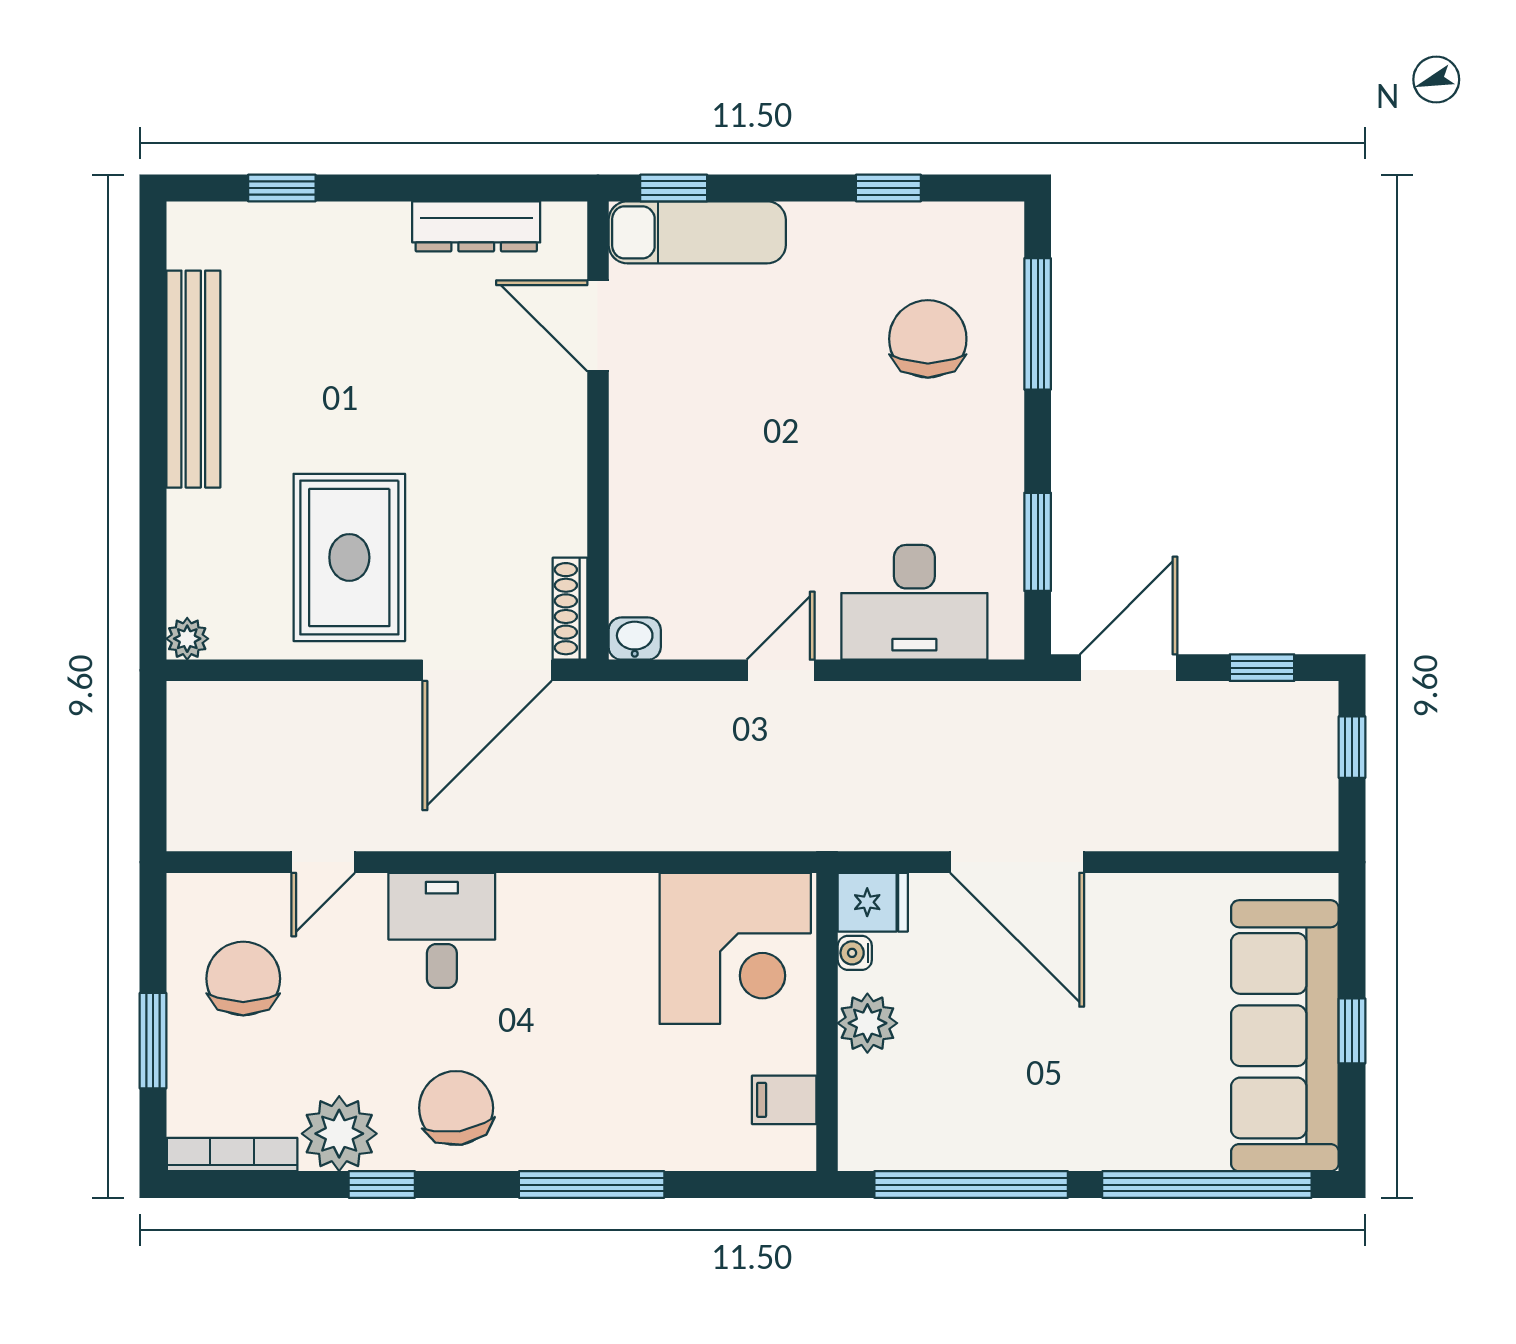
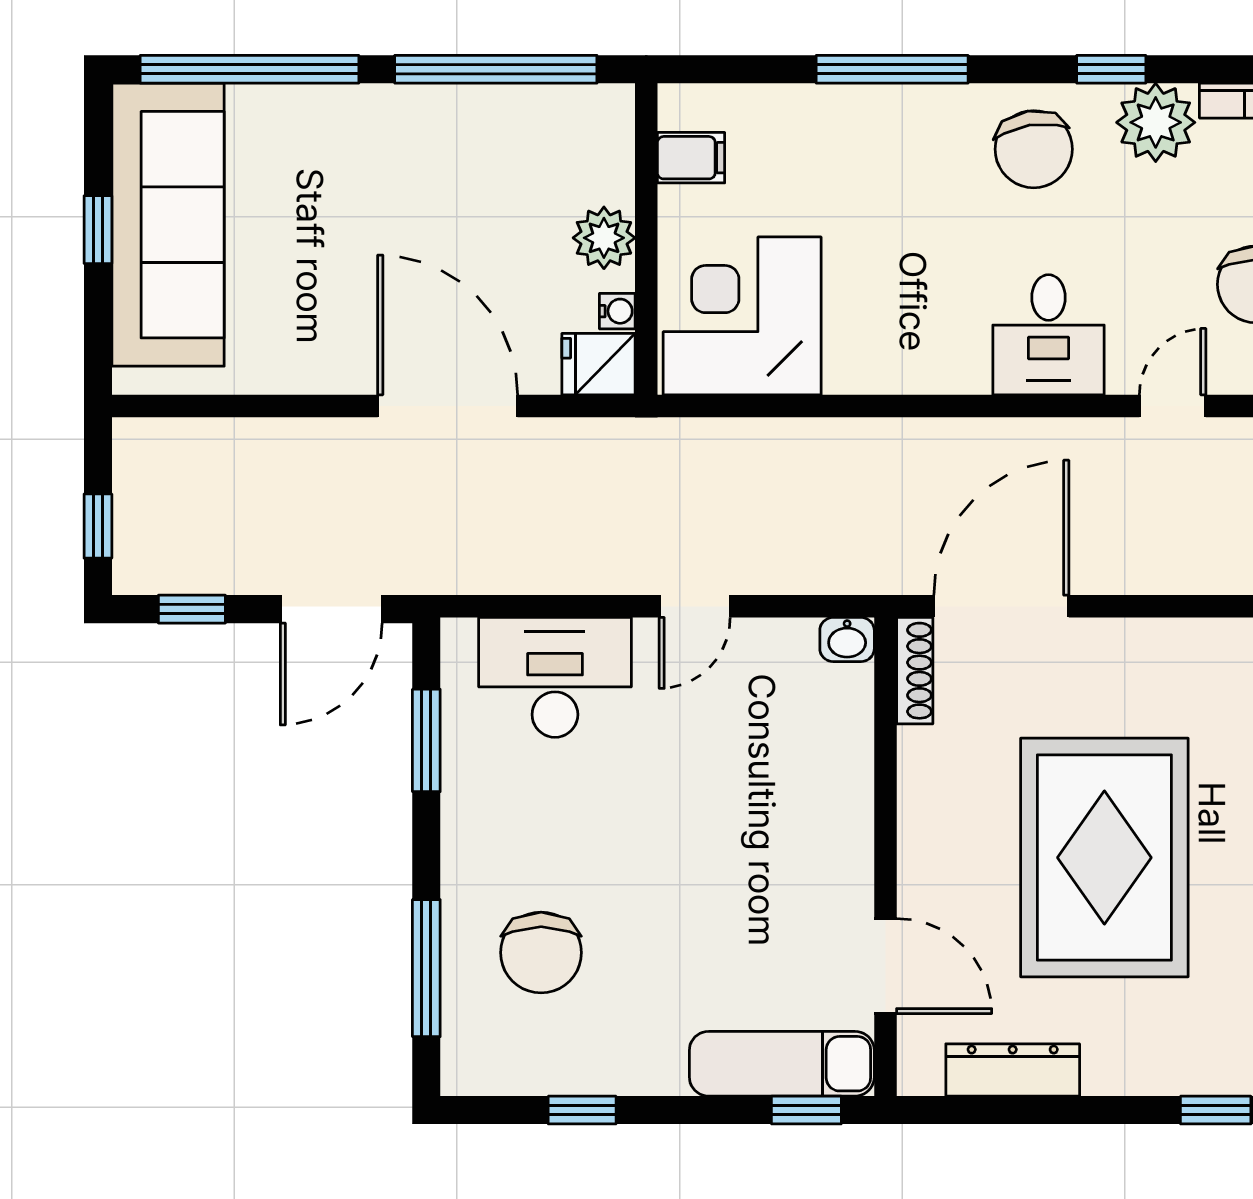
rug: (349, 557) -> (1104, 858), moved, width x1.37, depth x1.44

